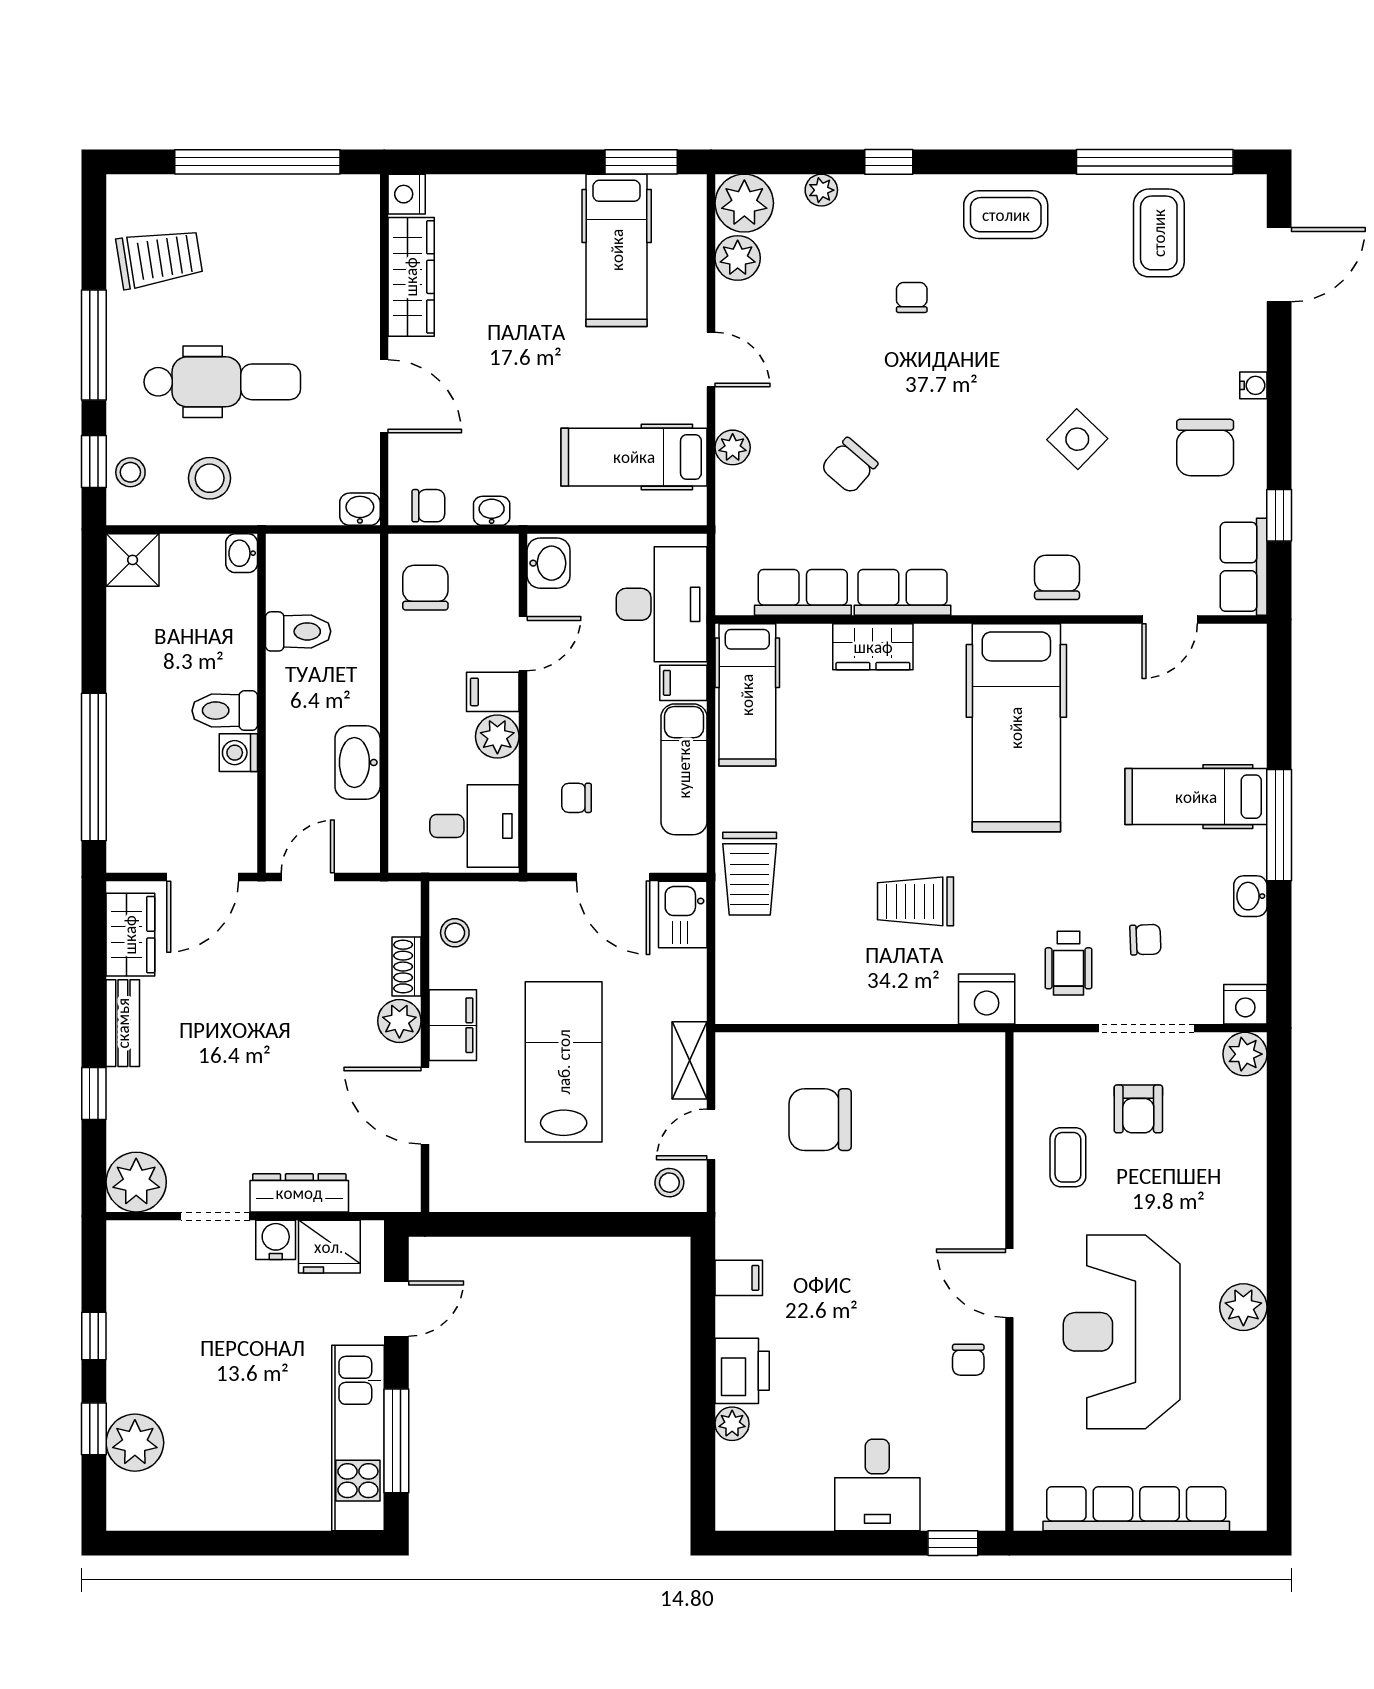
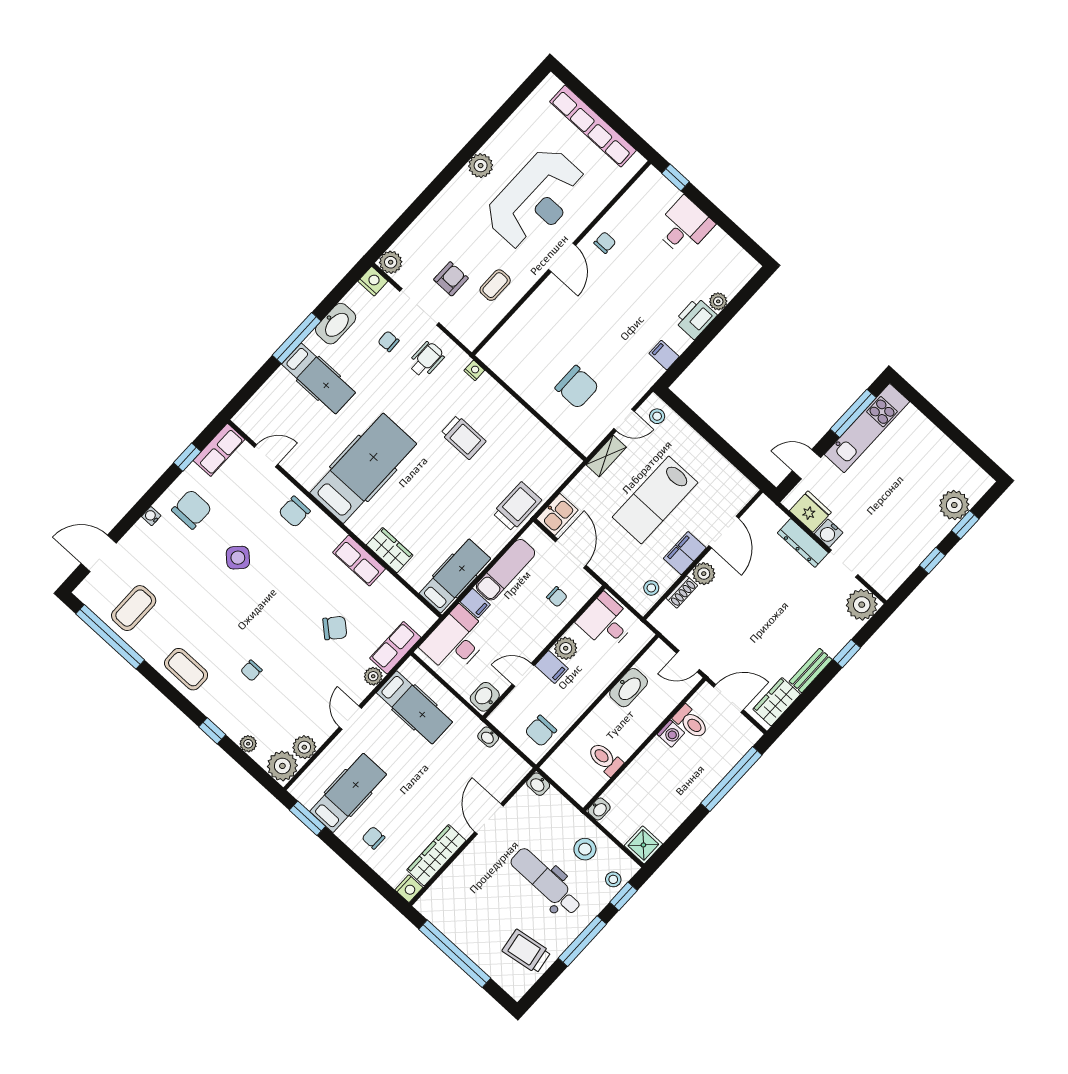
chair: (428, 506) -> (373, 838), moved
row of seats: (803, 592) -> (395, 648), moved, turned 90
toilet: (225, 711) -> (691, 722), moved
washbasin: (1250, 896) -> (336, 324), width x1.91, depth x1.45
nightstand: (987, 999) -> (474, 370), width x0.53, depth x0.56

